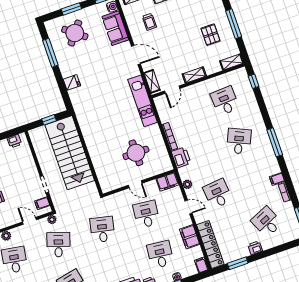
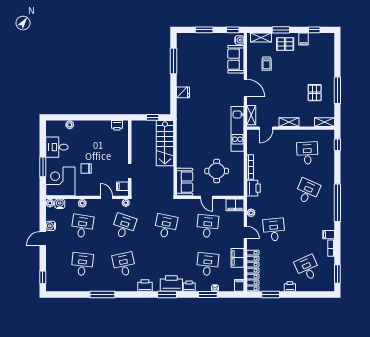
round table: (75, 33) -> (200, 51), removed
window: (275, 142) -> (337, 203), width x1.46
stairs: (70, 153) -> (165, 143), width x0.73, depth x0.66
sofa: (106, 176) -> (185, 182), added

